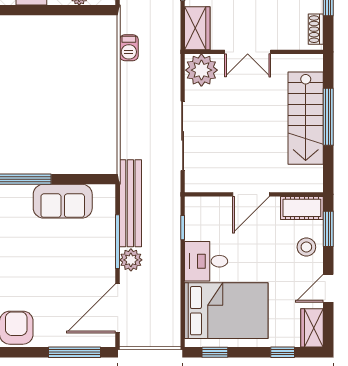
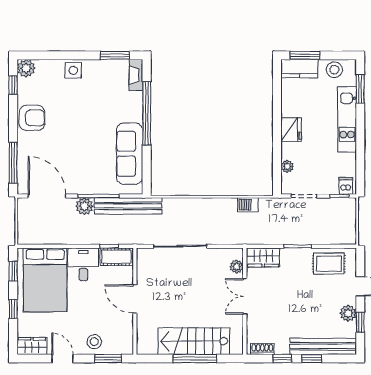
plant: (201, 70) -> (237, 267), width x0.53, depth x0.53
sofa: (63, 201) -> (130, 154), width x1.36
cot: (302, 208) -> (116, 257), moved, turned 90
window: (283, 352) -> (13, 309), moved

